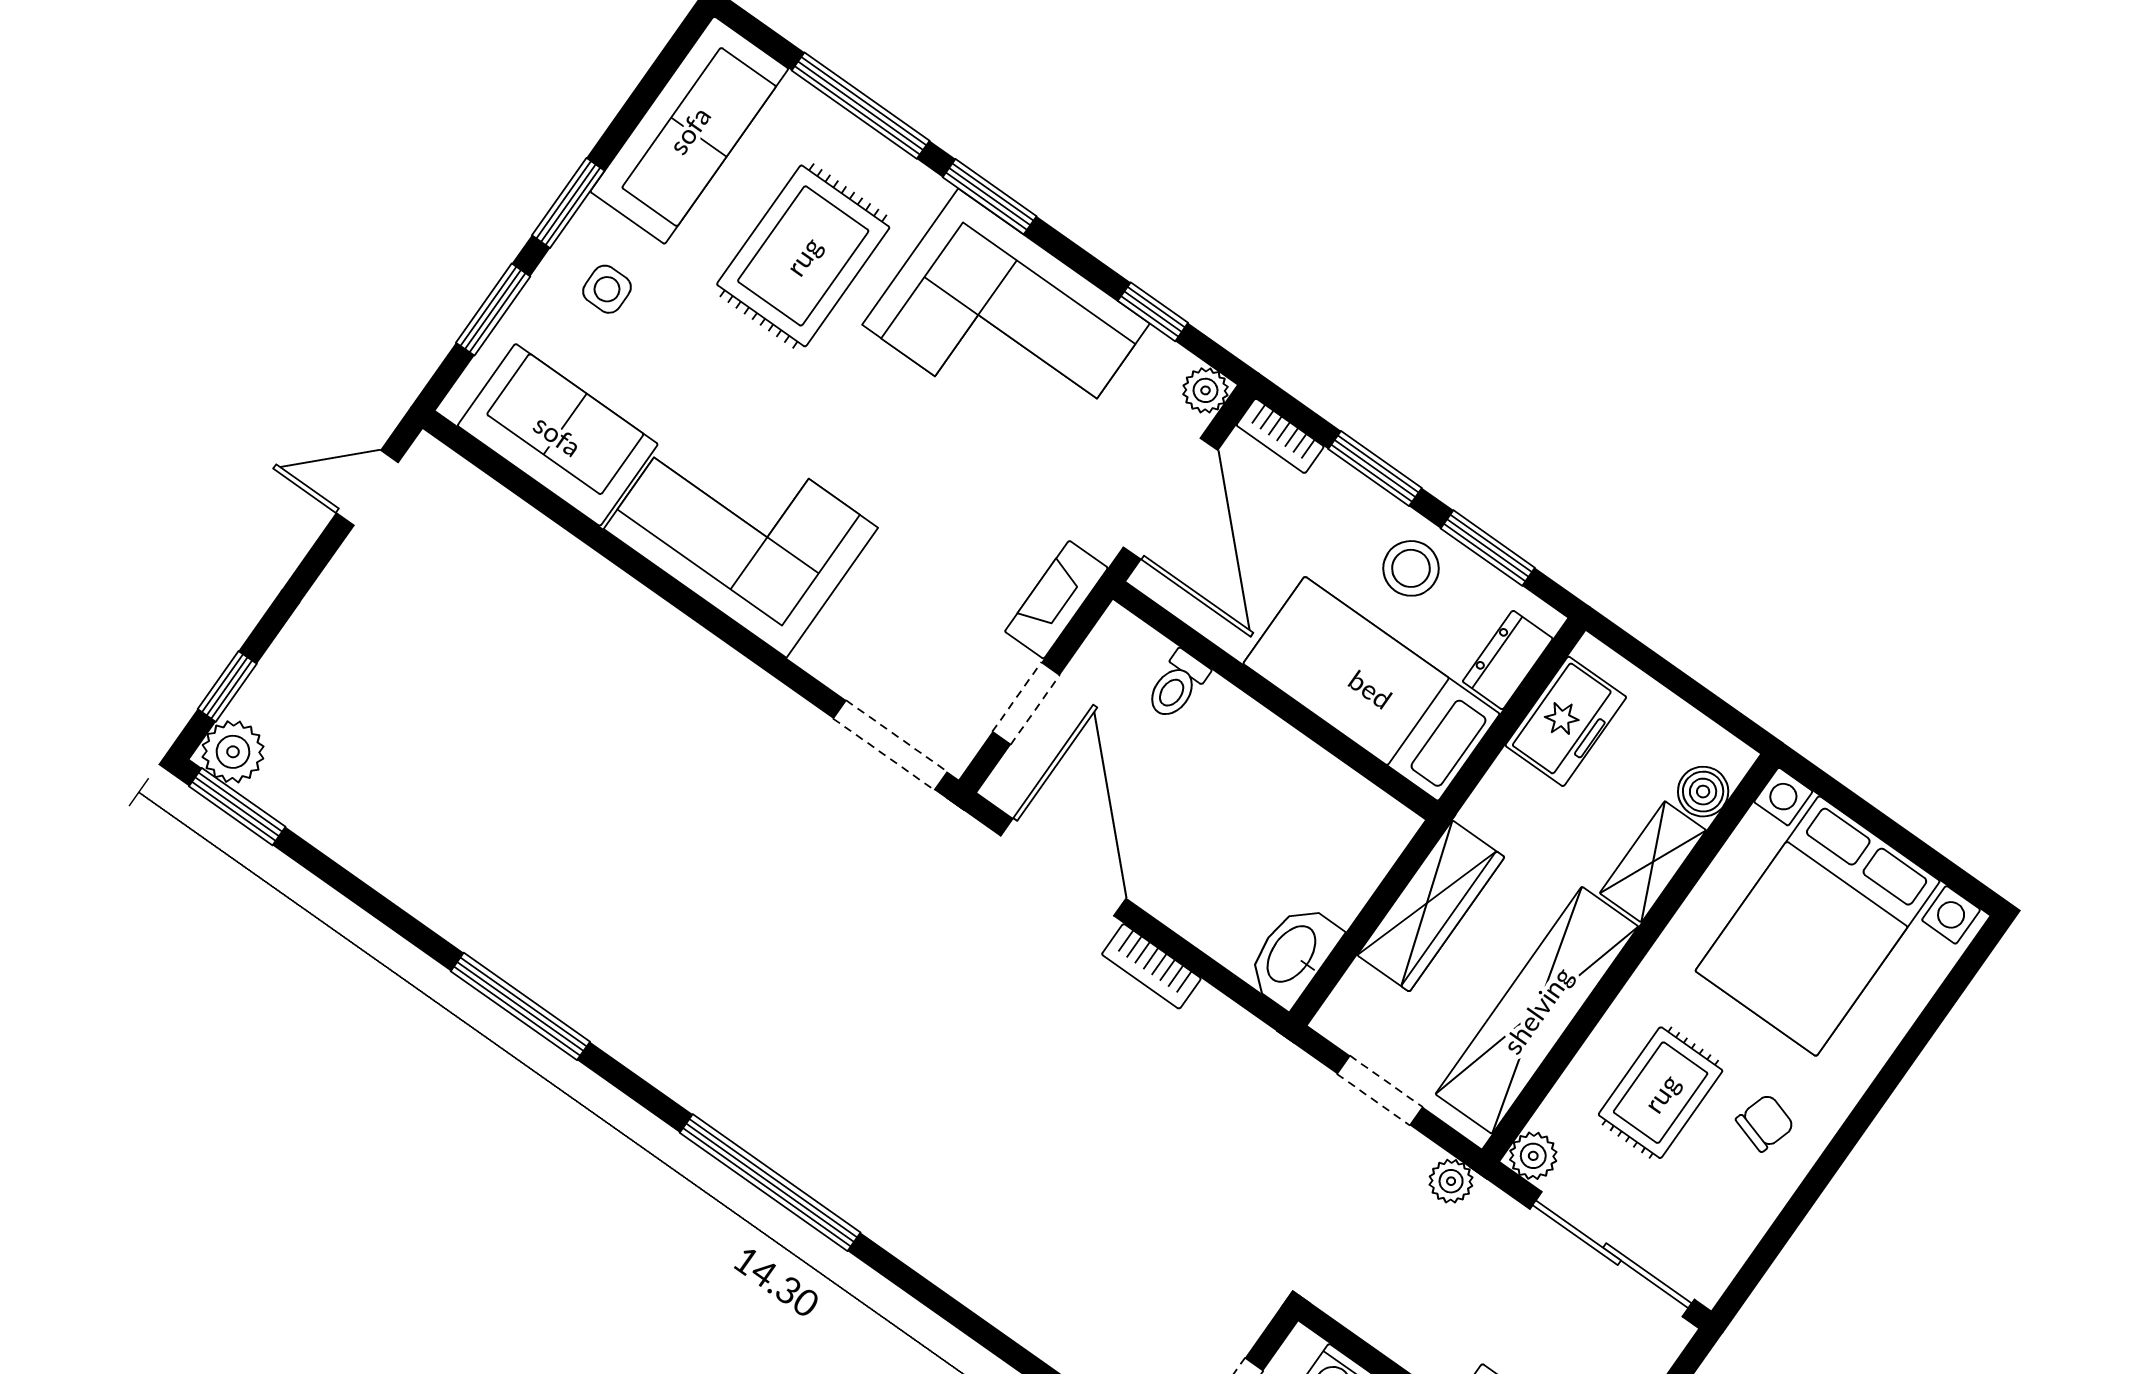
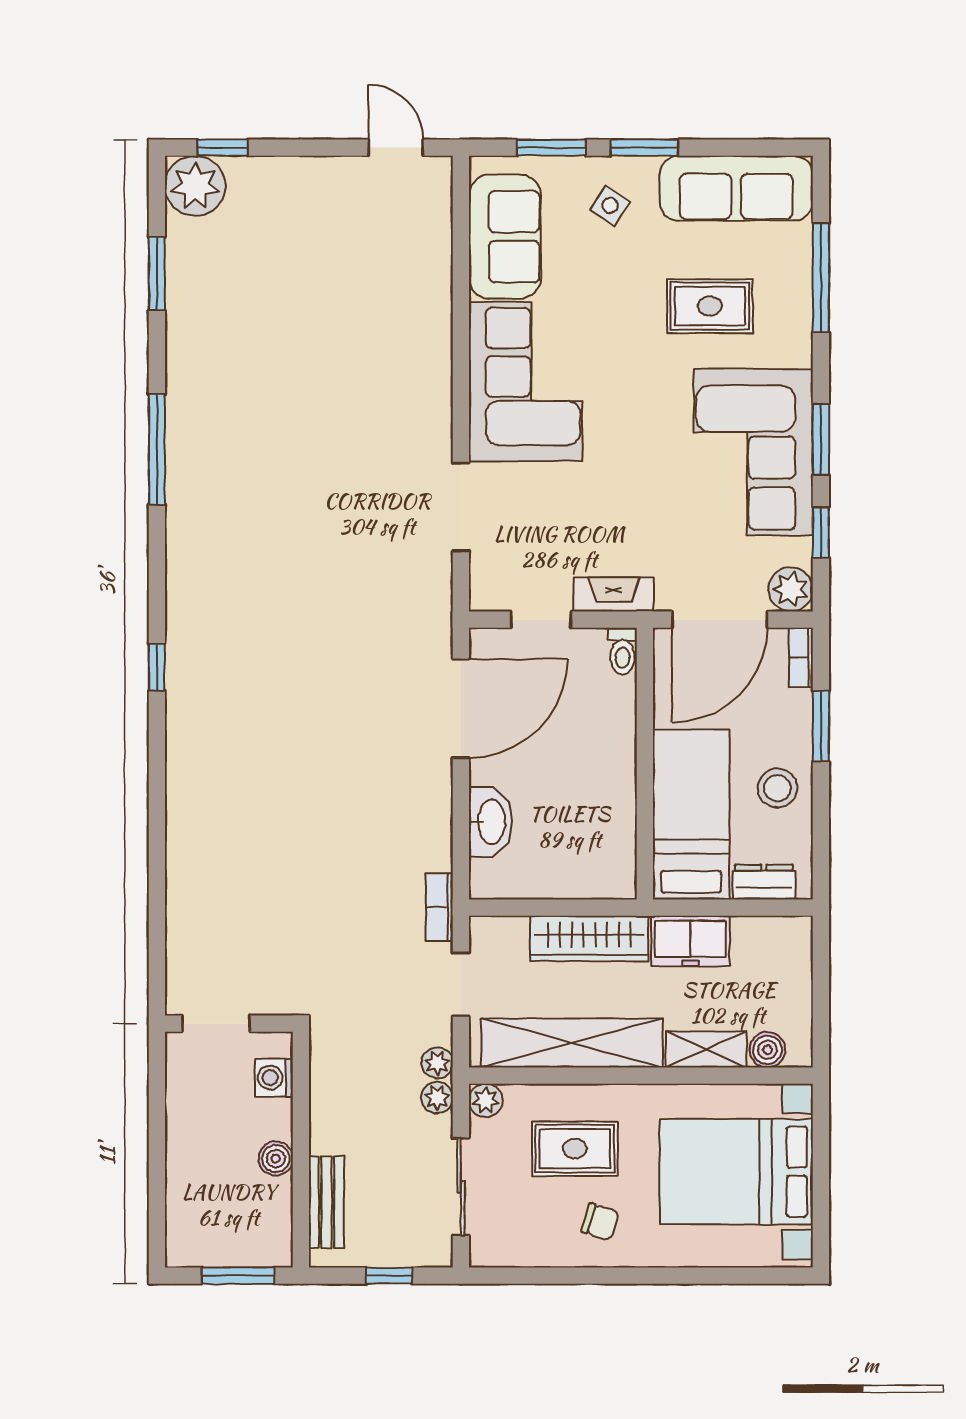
window: (990, 197) -> (821, 440), moved
rug: (803, 256) -> (710, 306), width x0.73, depth x0.70
side table: (607, 289) -> (610, 206), turned 33
plant: (1205, 390) -> (791, 589), width x1.38, depth x1.38
window: (1488, 548) -> (821, 825), removed
toilet: (1177, 685) -> (623, 651), moved, turned -90
freezer: (1566, 721) -> (690, 941), moved
doorway: (890, 745) -> (461, 507), moved
plant: (233, 752) -> (195, 186), width x1.36, depth x1.36
window: (237, 807) -> (157, 273), moved
washbasin: (1293, 955) -> (490, 822), moved, turned 90
bookcase: (1151, 966) -> (439, 907), moved
window: (770, 1183) -> (157, 667), width x0.32
plant: (1491, 1209) -> (437, 1098), added
sliding door: (1612, 1254) -> (461, 1187), width x0.73

